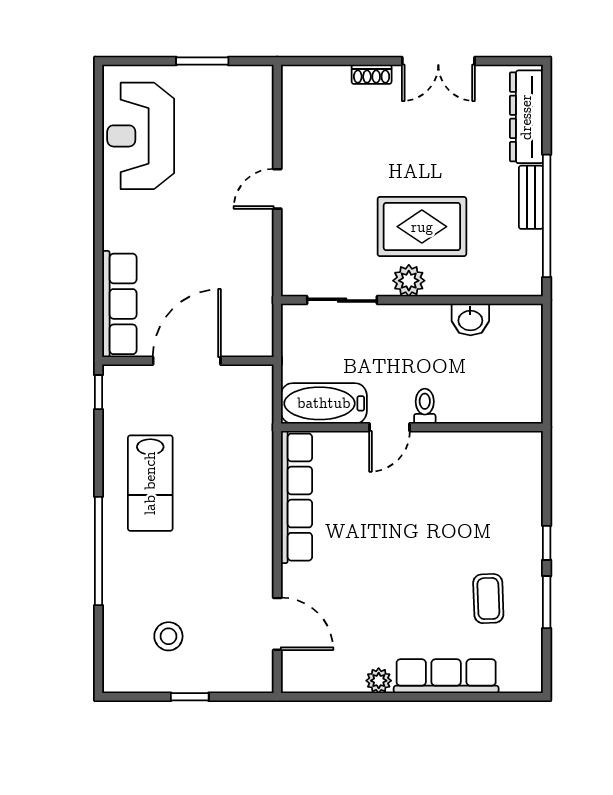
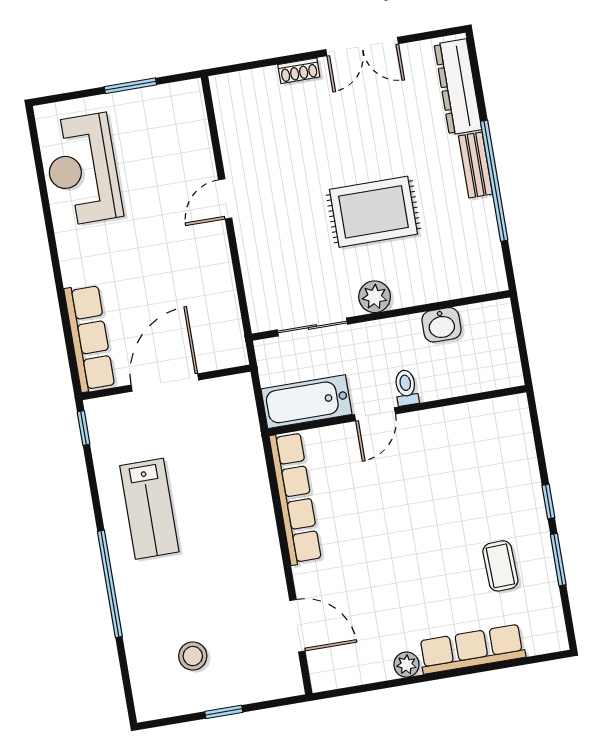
plant: (409, 281) -> (375, 297), moved
sliding door: (342, 300) -> (312, 327), moved
wall: (412, 300) -> (381, 315), moved
washbasin: (470, 320) -> (442, 325), moved

